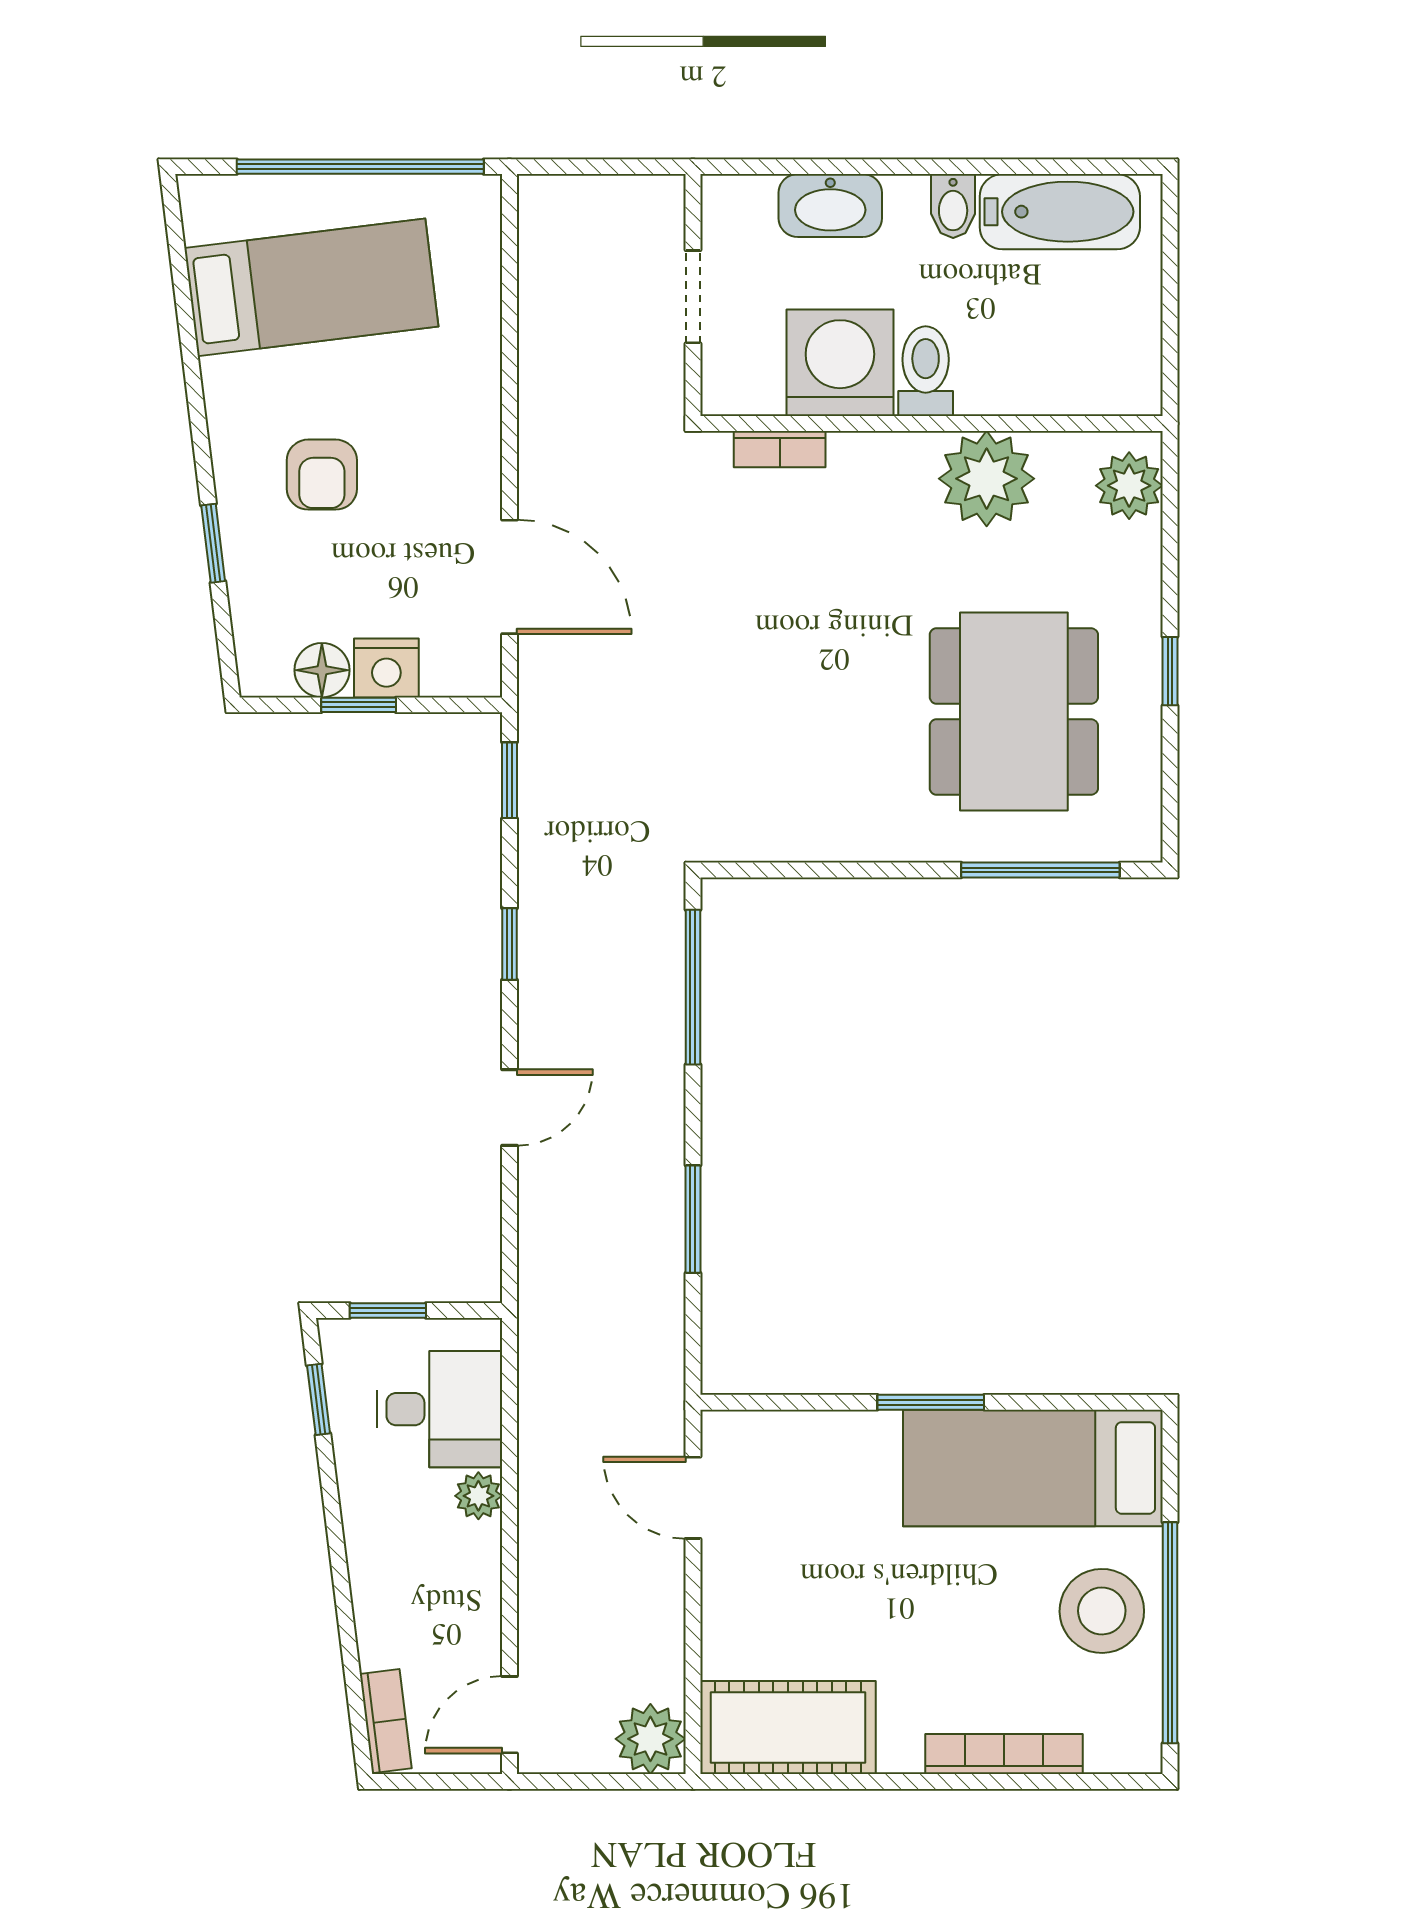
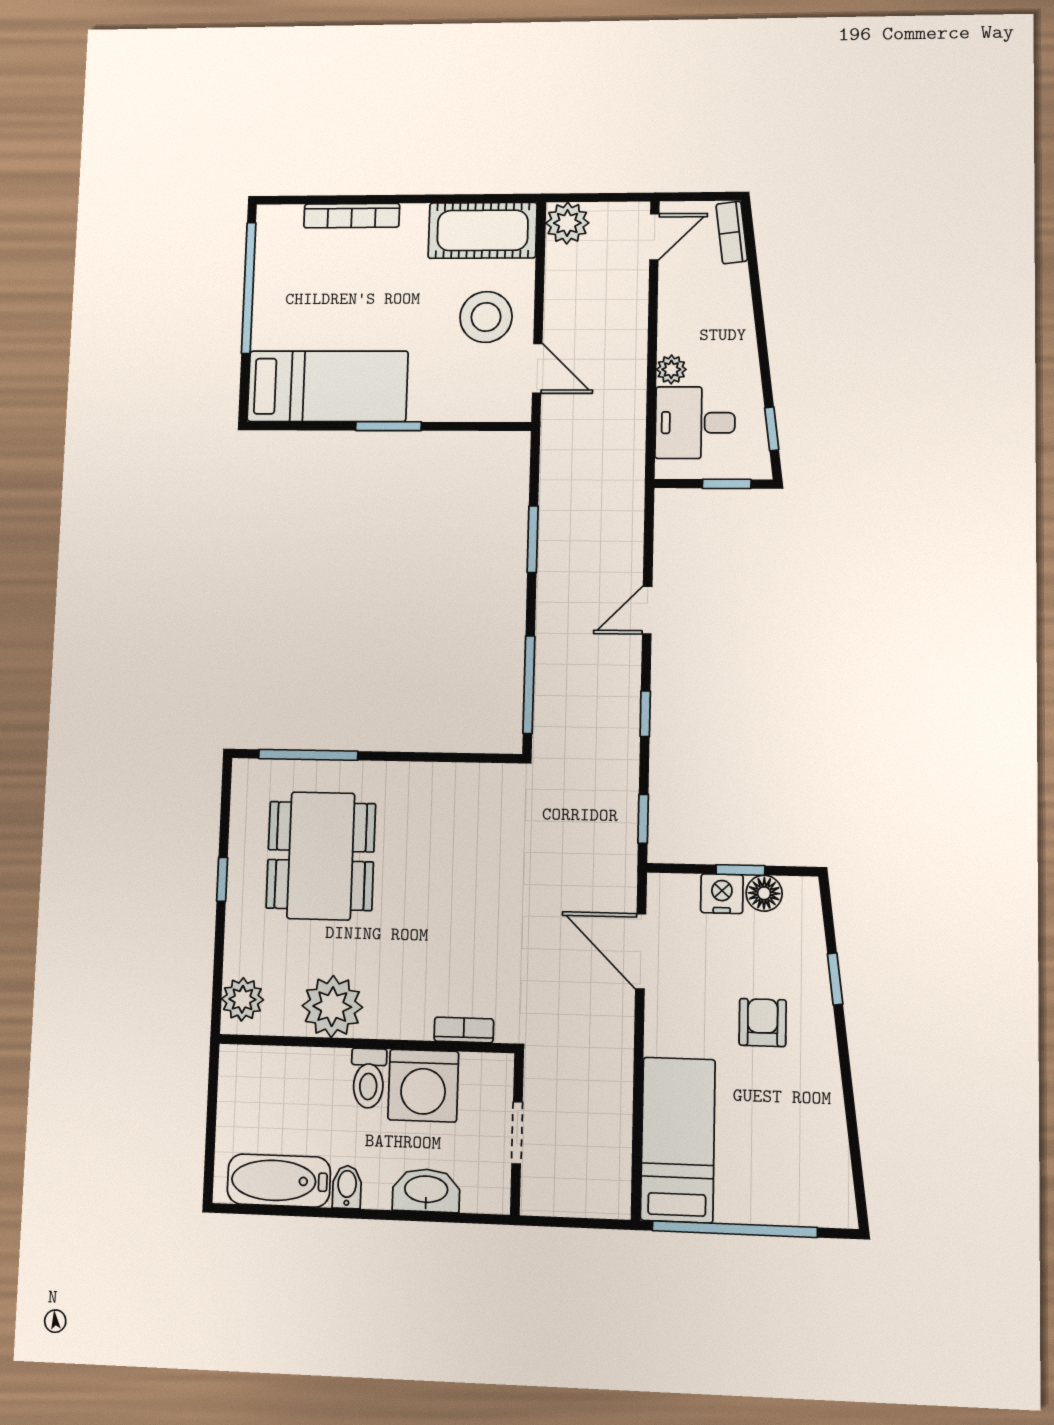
bed: (311, 287) -> (678, 1140), moved, turned 97
stool: (1102, 1611) -> (486, 317), moved

